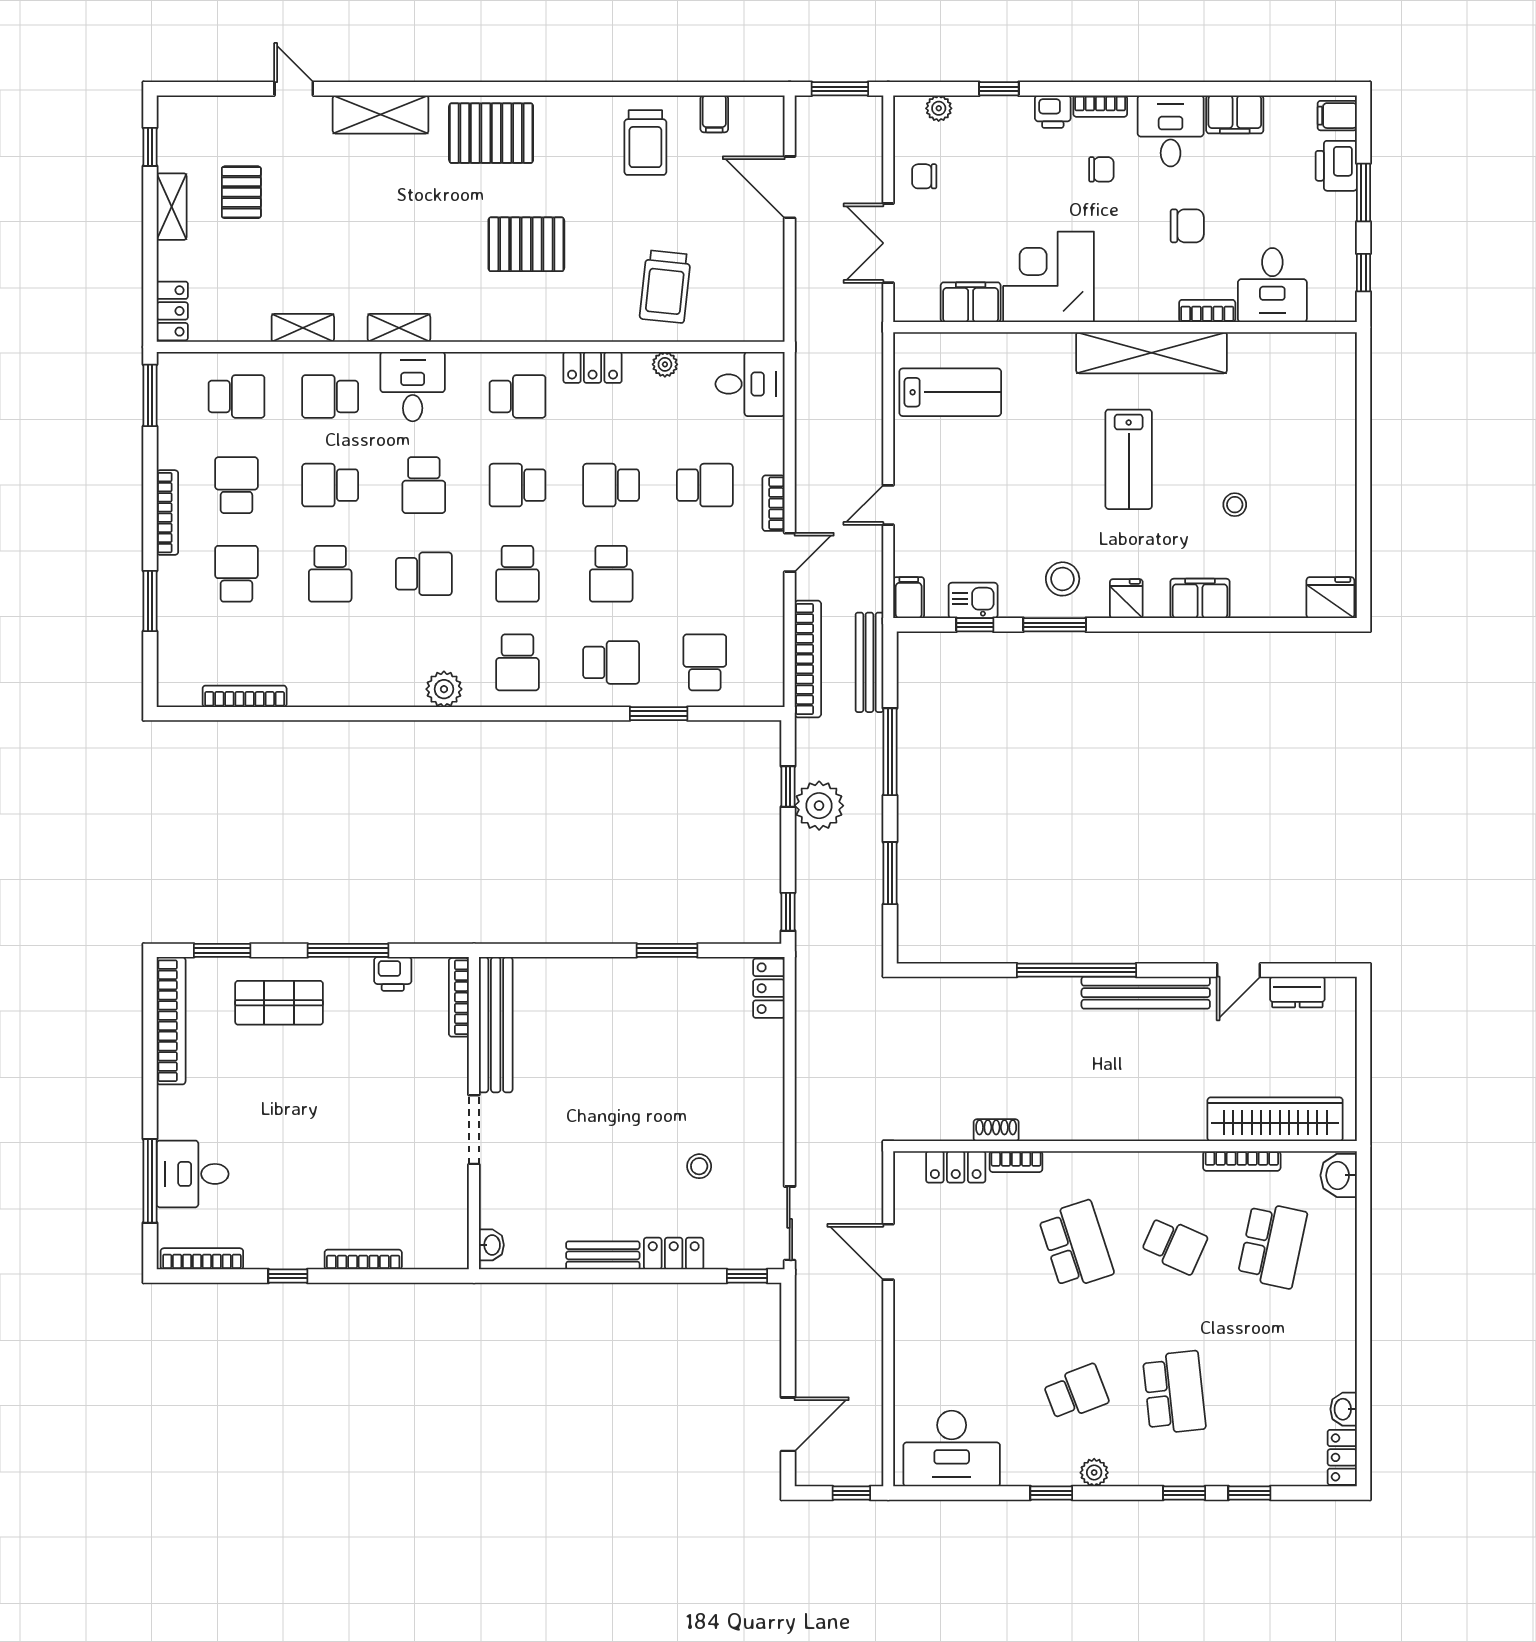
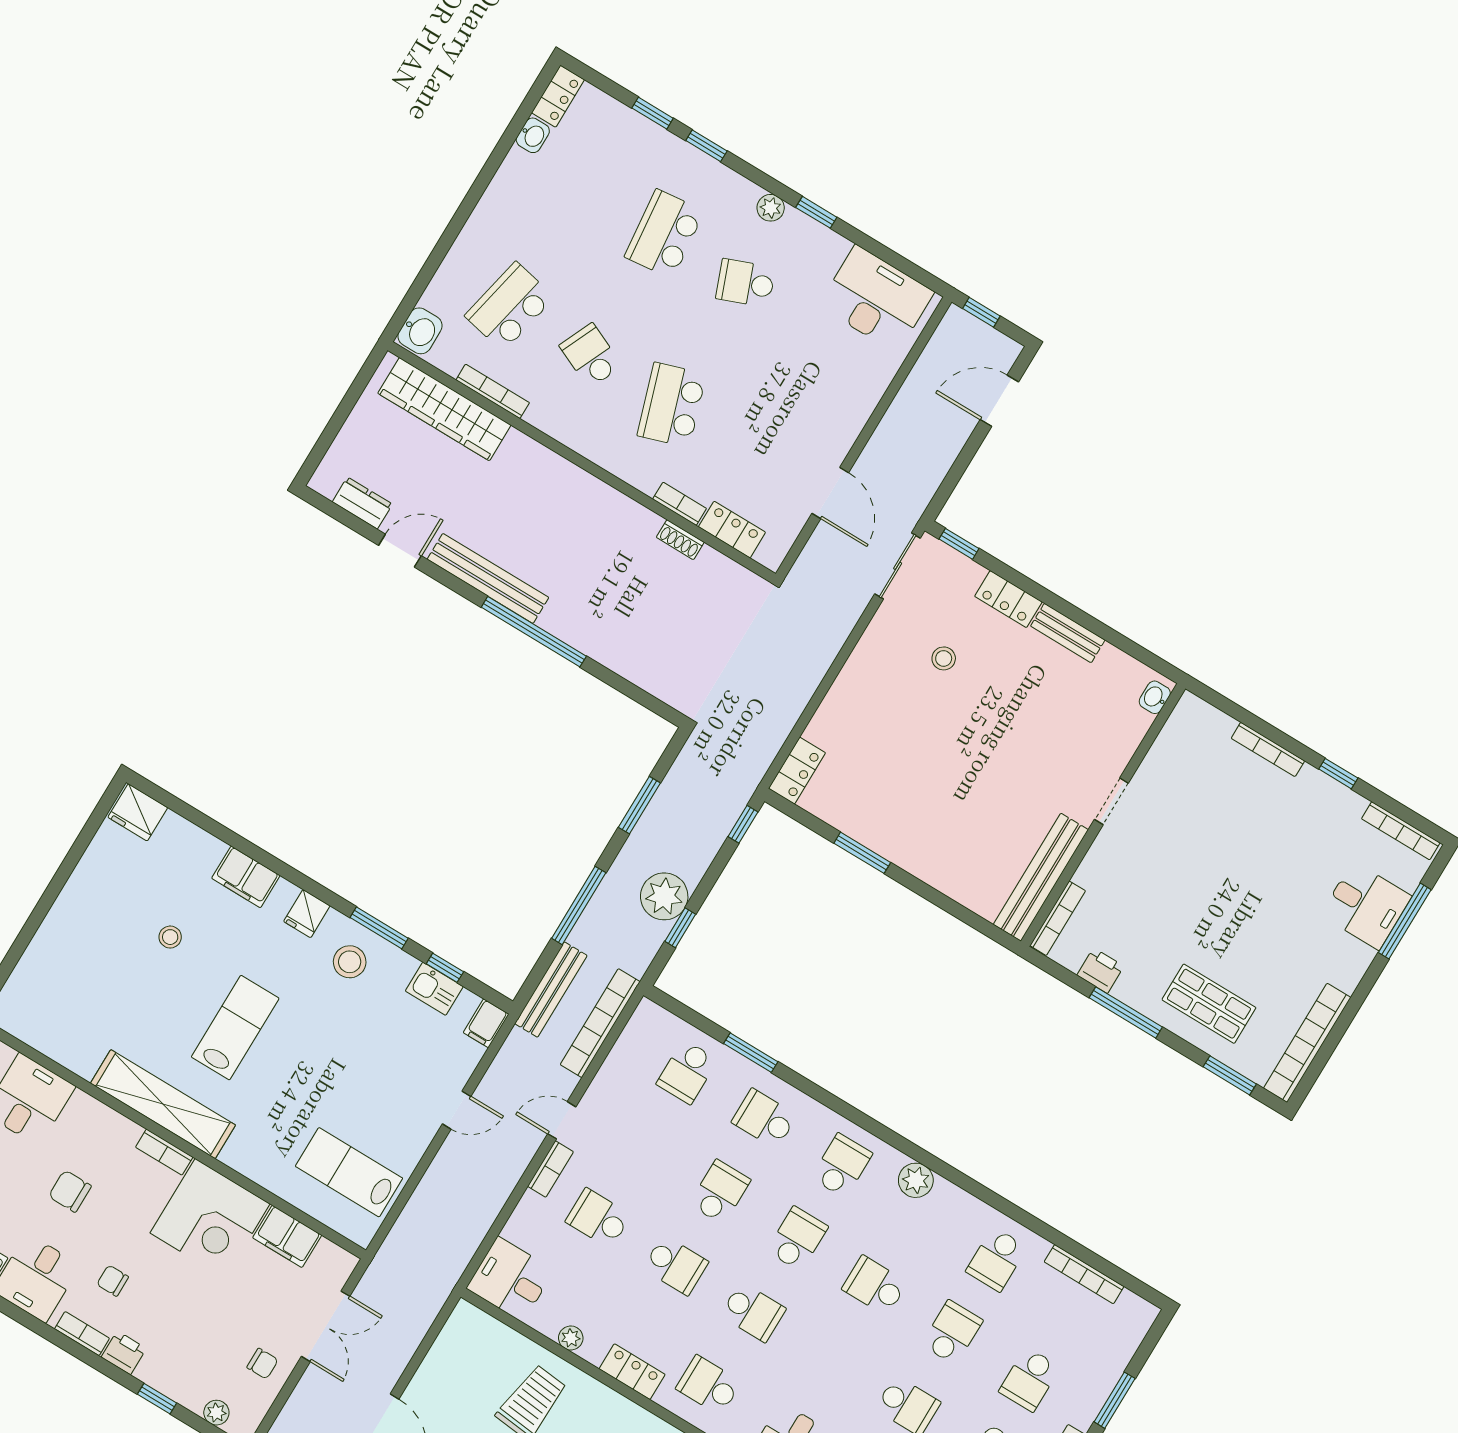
bookcase: (1207, 311) -> (164, 1152), moved
school desk: (424, 485) -> (996, 1259), moved, turned 180
doorway: (474, 1130) -> (1111, 801), width x0.73

